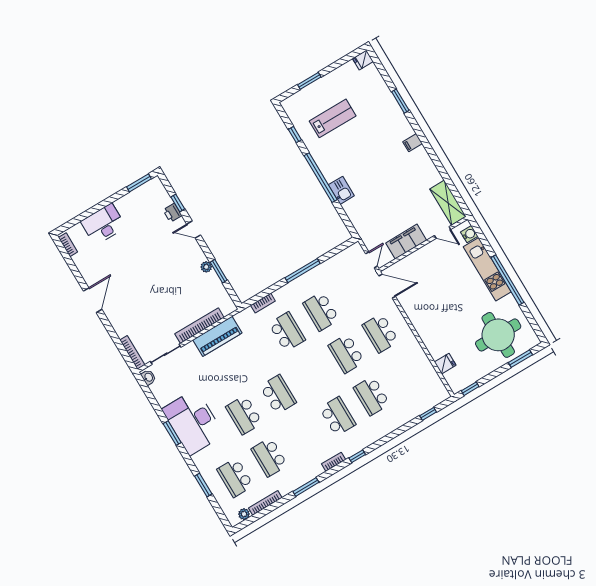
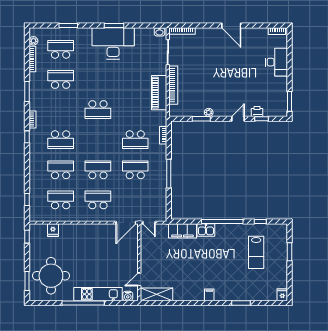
filing cabinet: (406, 242) -> (182, 231), moved, turned 90
school desk: (244, 415) -> (61, 200), moved

